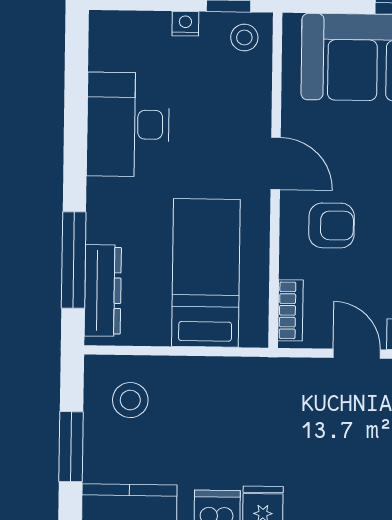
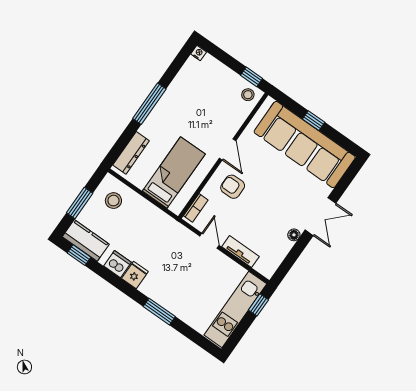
nightstand: (185, 24) -> (199, 53), moved
desk: (128, 124) -> (183, 98), removed
armchair: (332, 225) -> (233, 187), turned 180
window: (74, 260) -> (149, 104), moved

